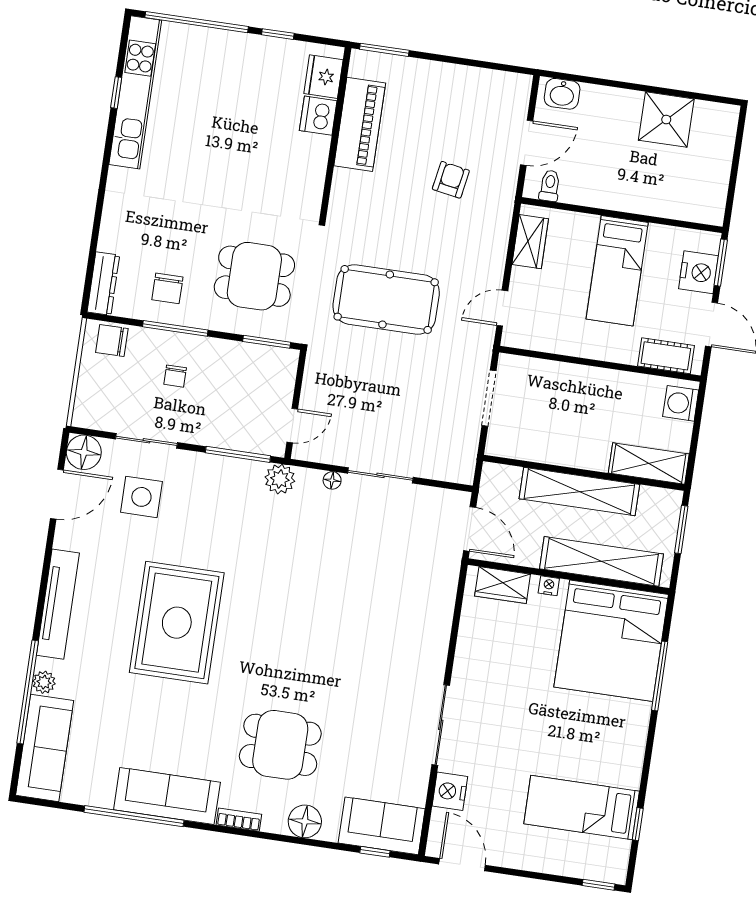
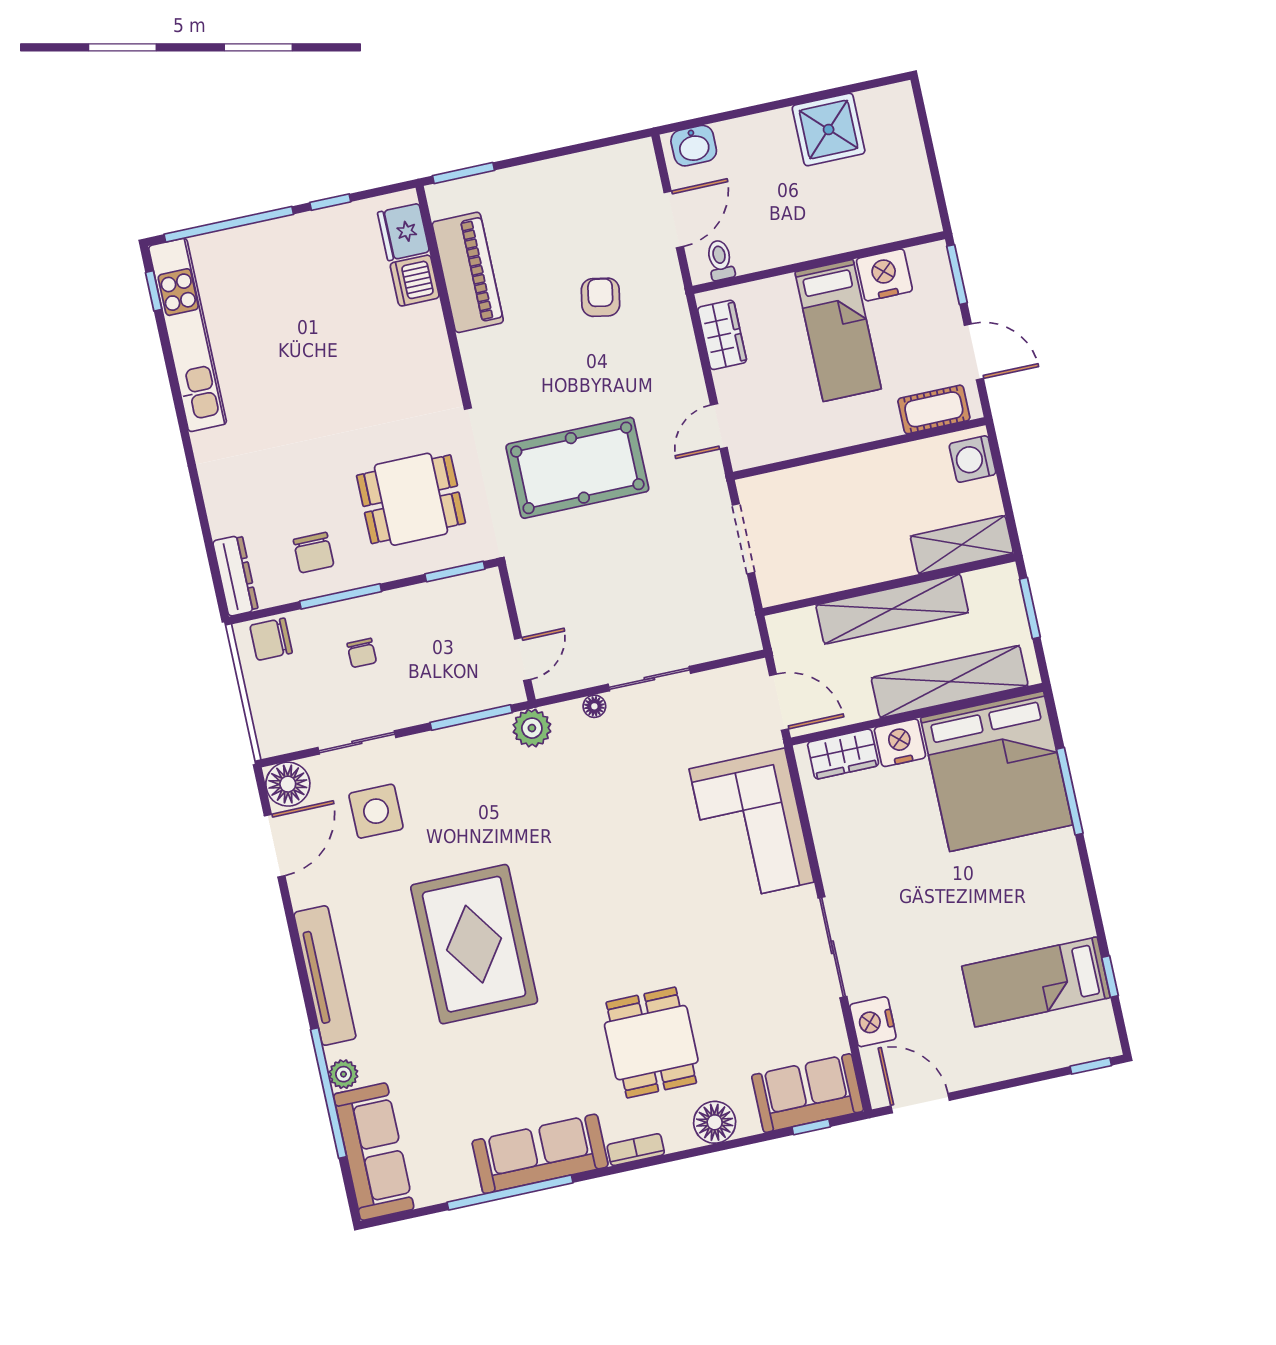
window: (116, 93) -> (154, 291), moved
nightstand: (698, 272) -> (884, 275), moved, turned -90
nightstand: (549, 586) -> (900, 743), width x1.89, depth x1.79
corner sofa: (415, 612) -> (752, 826), added
dining table: (280, 745) -> (651, 1043), turned 90

